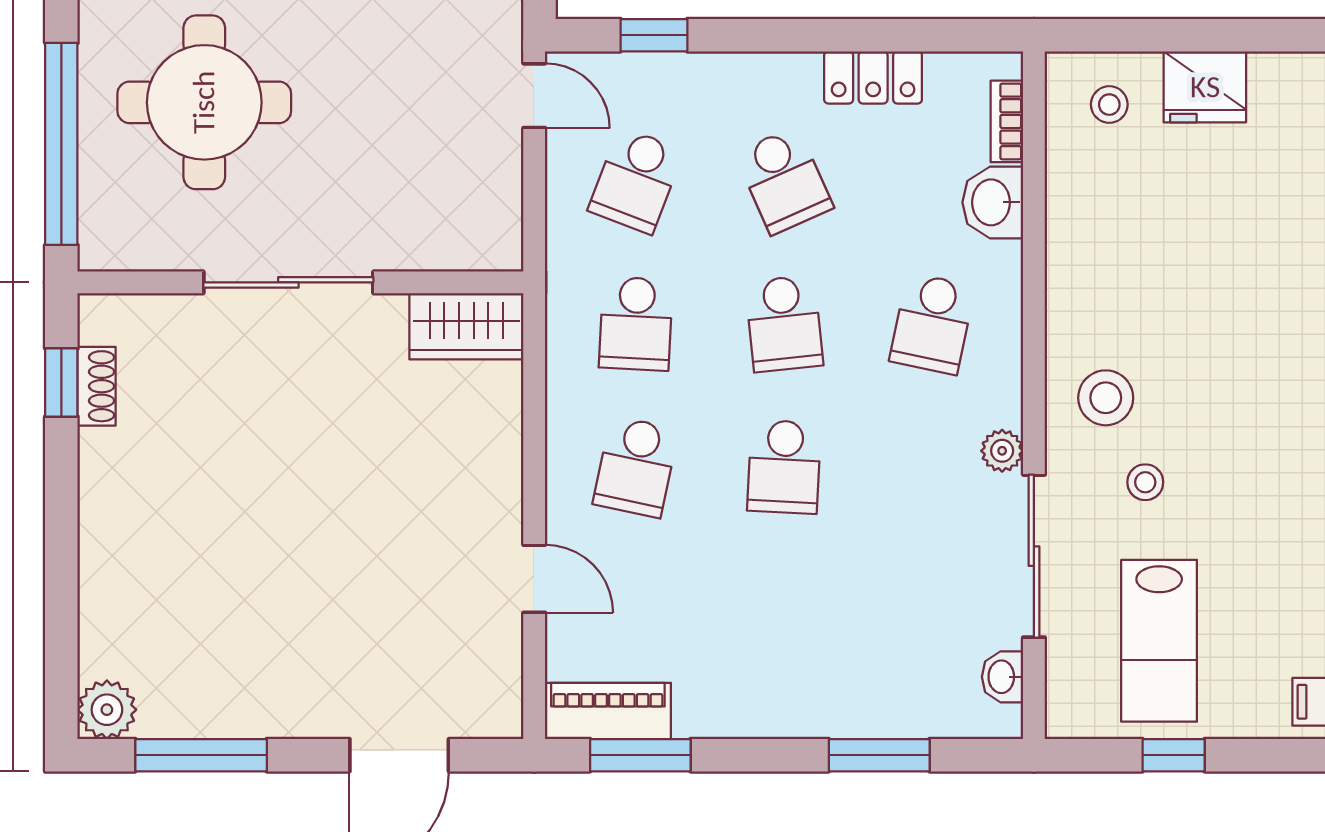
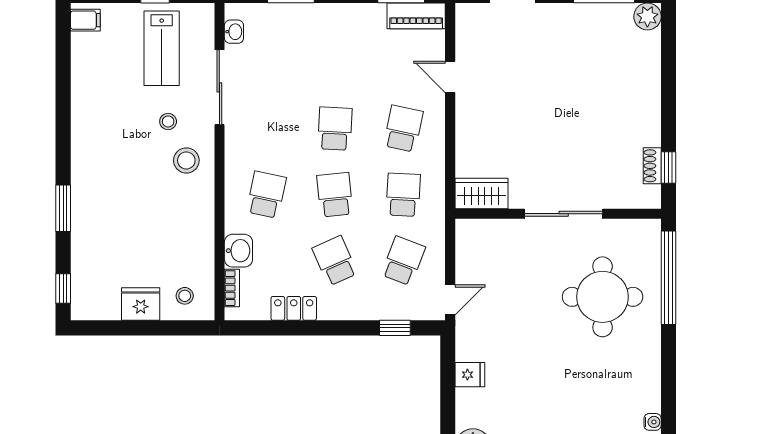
door: (534, 96) -> (450, 300), swing flipped
plant: (1002, 451) -> (234, 136), removed
lab bench: (1159, 641) -> (162, 48), turned 180

